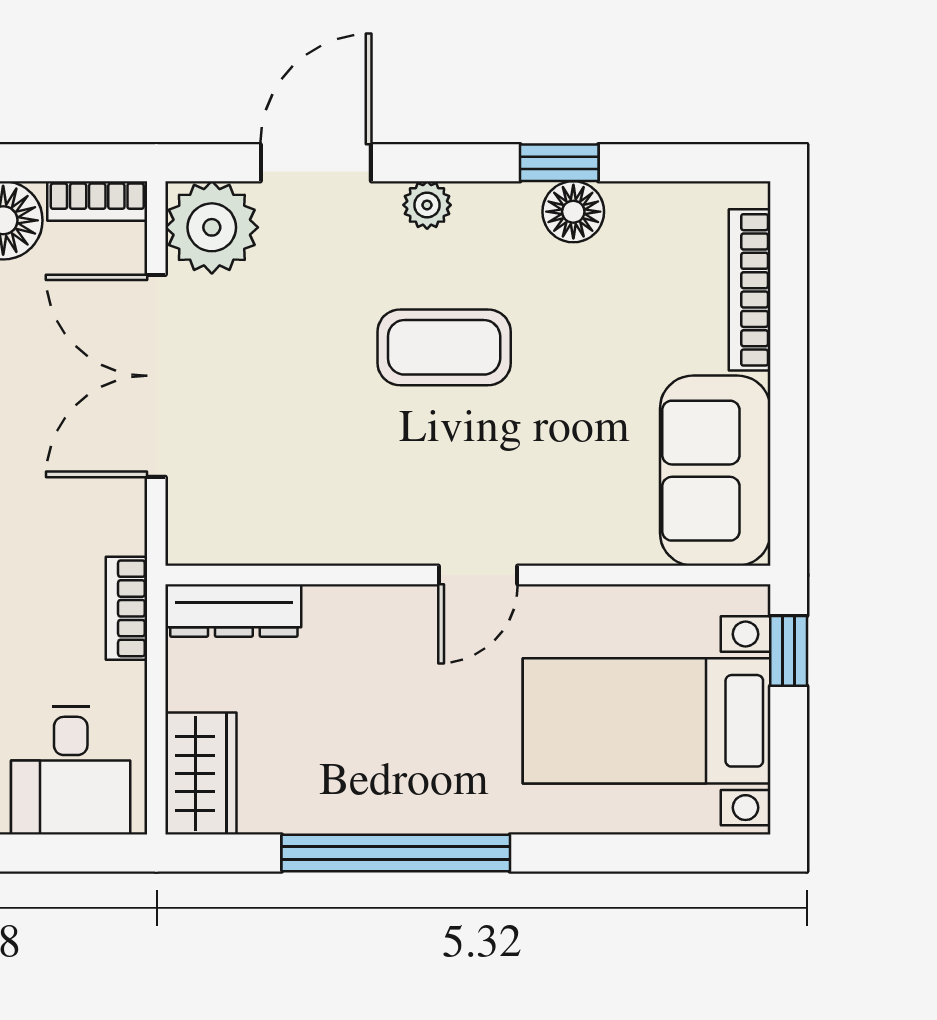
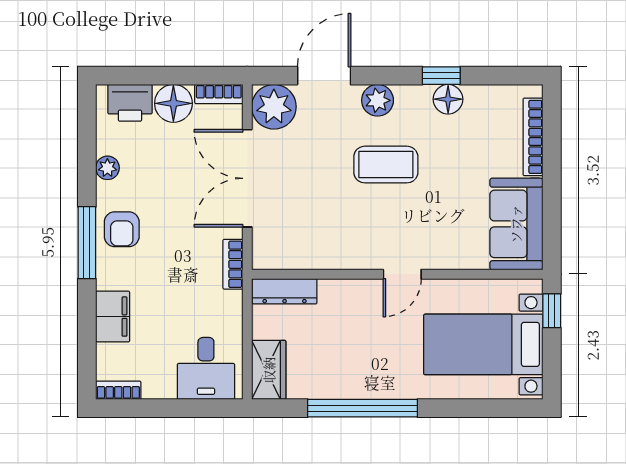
plant: (427, 205) -> (378, 100), width x1.38, depth x1.38
bookcase: (126, 608) -> (233, 264), moved

